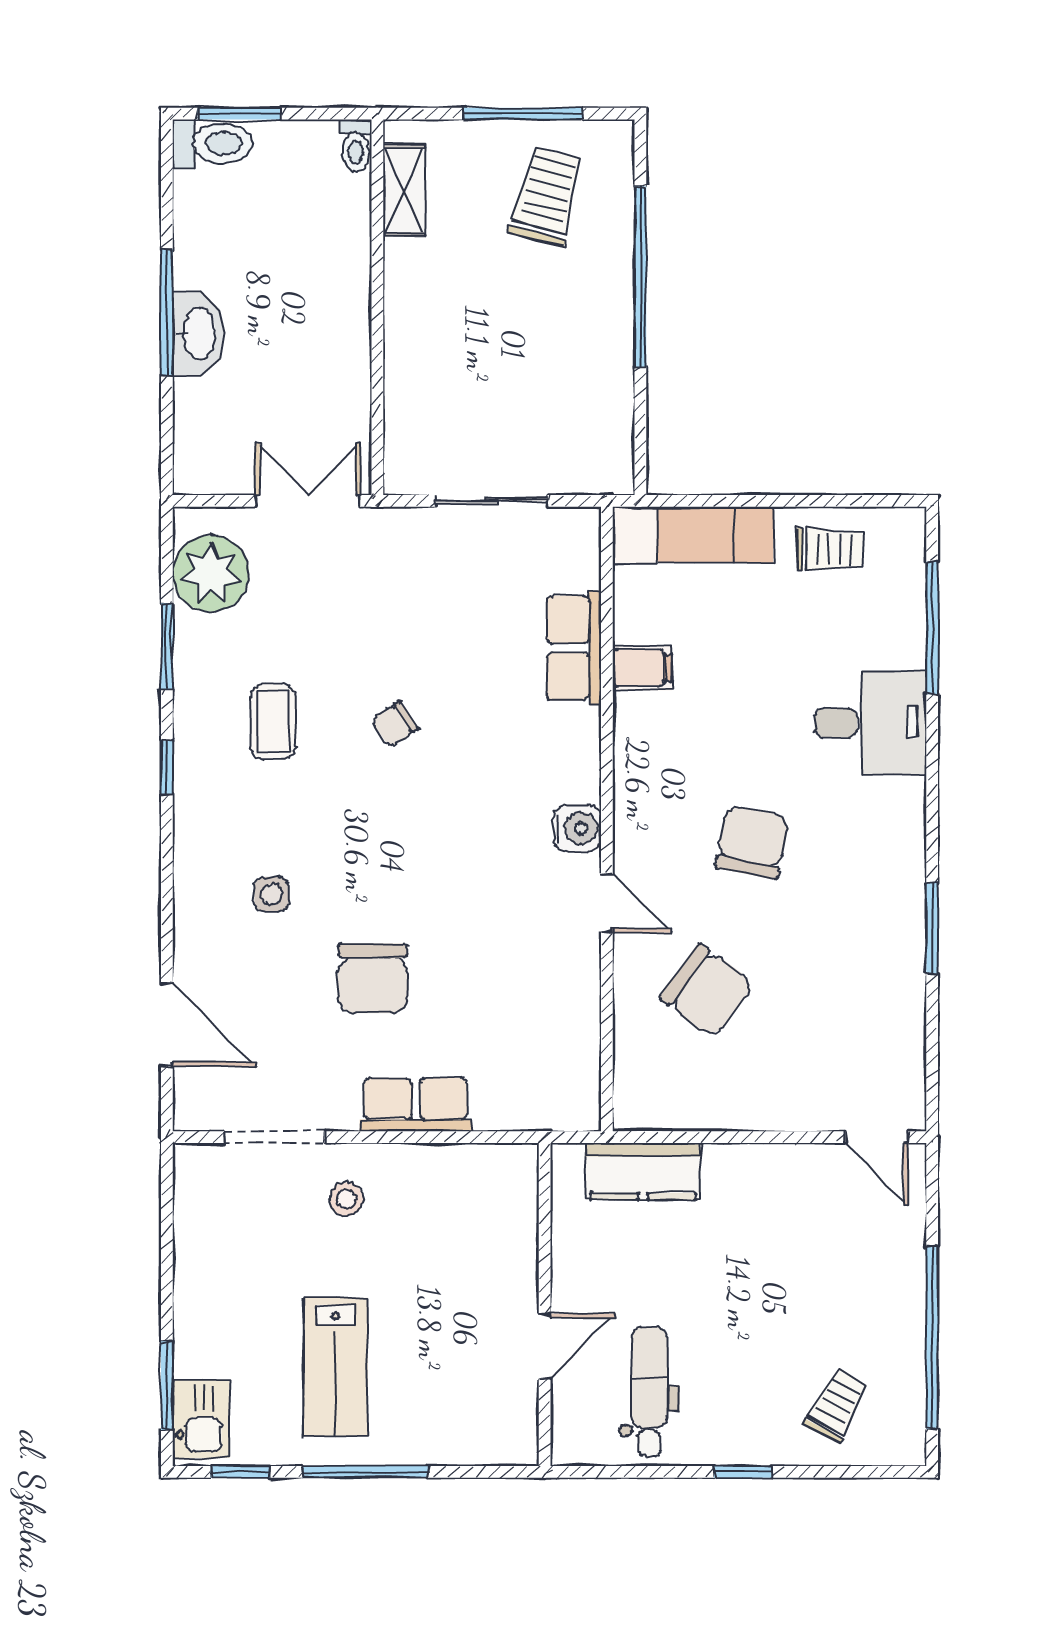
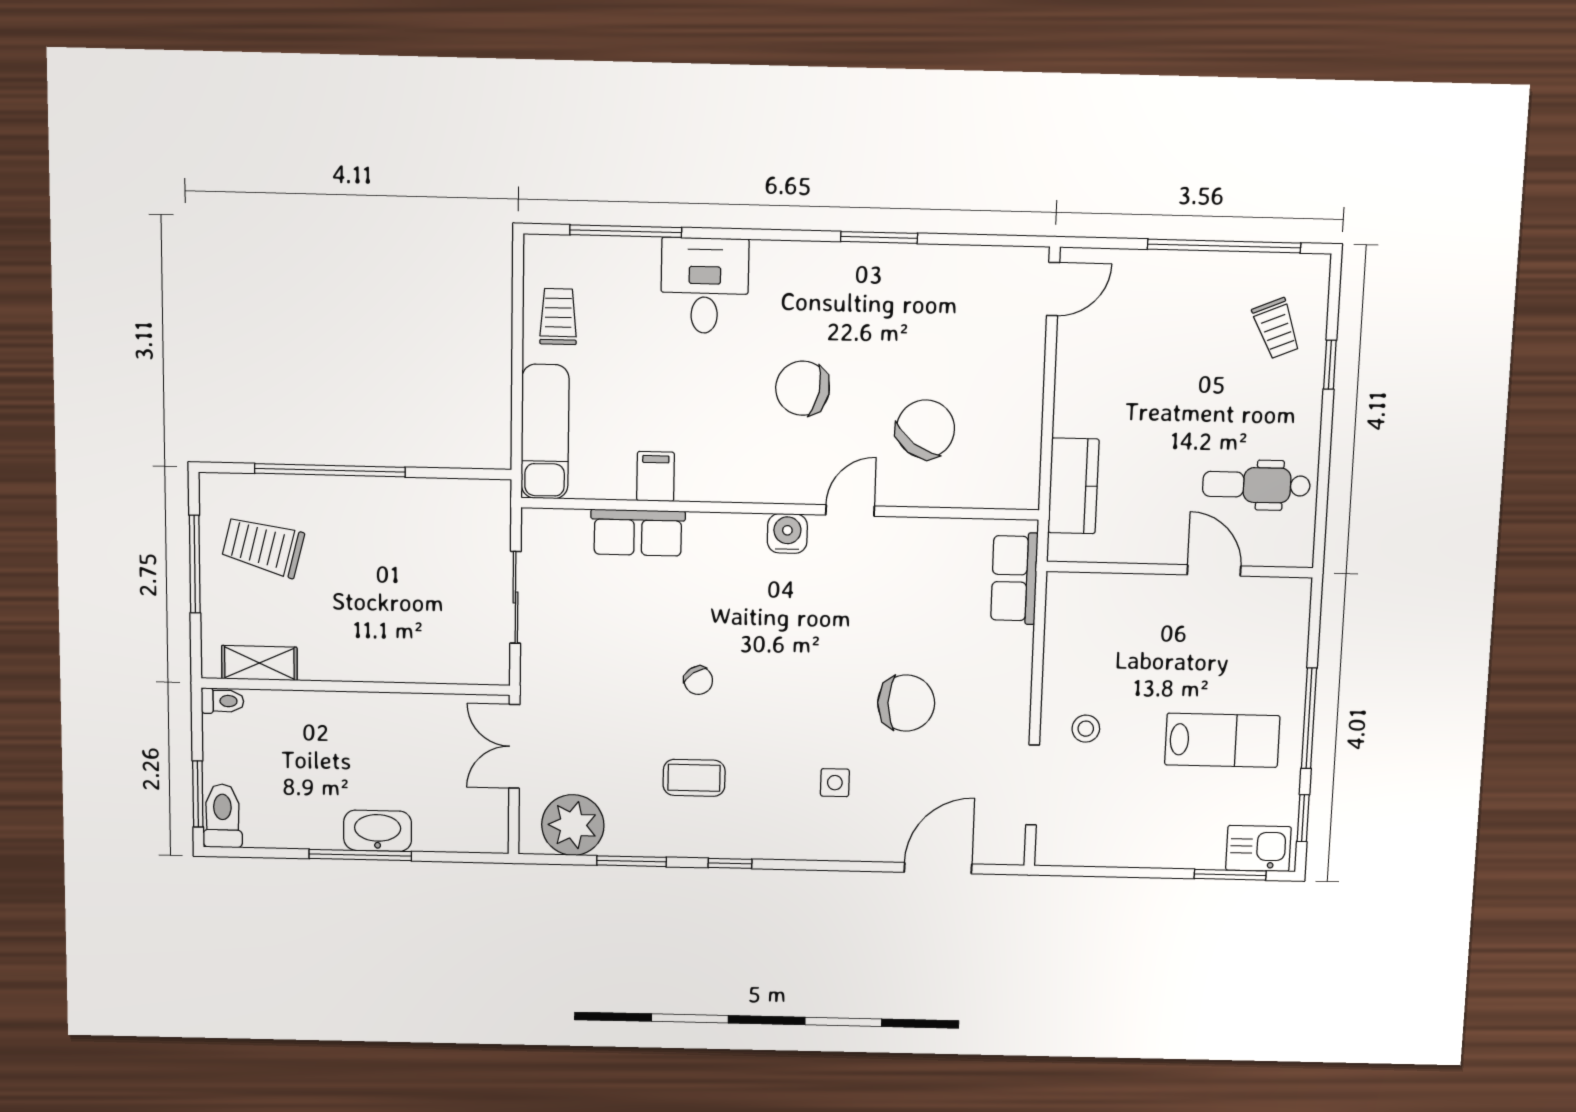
row of seats: (416, 1105) -> (1014, 578), moved
trolley: (837, 1405) -> (1276, 328), turned -140
window: (743, 1472) -> (1330, 365), moved

